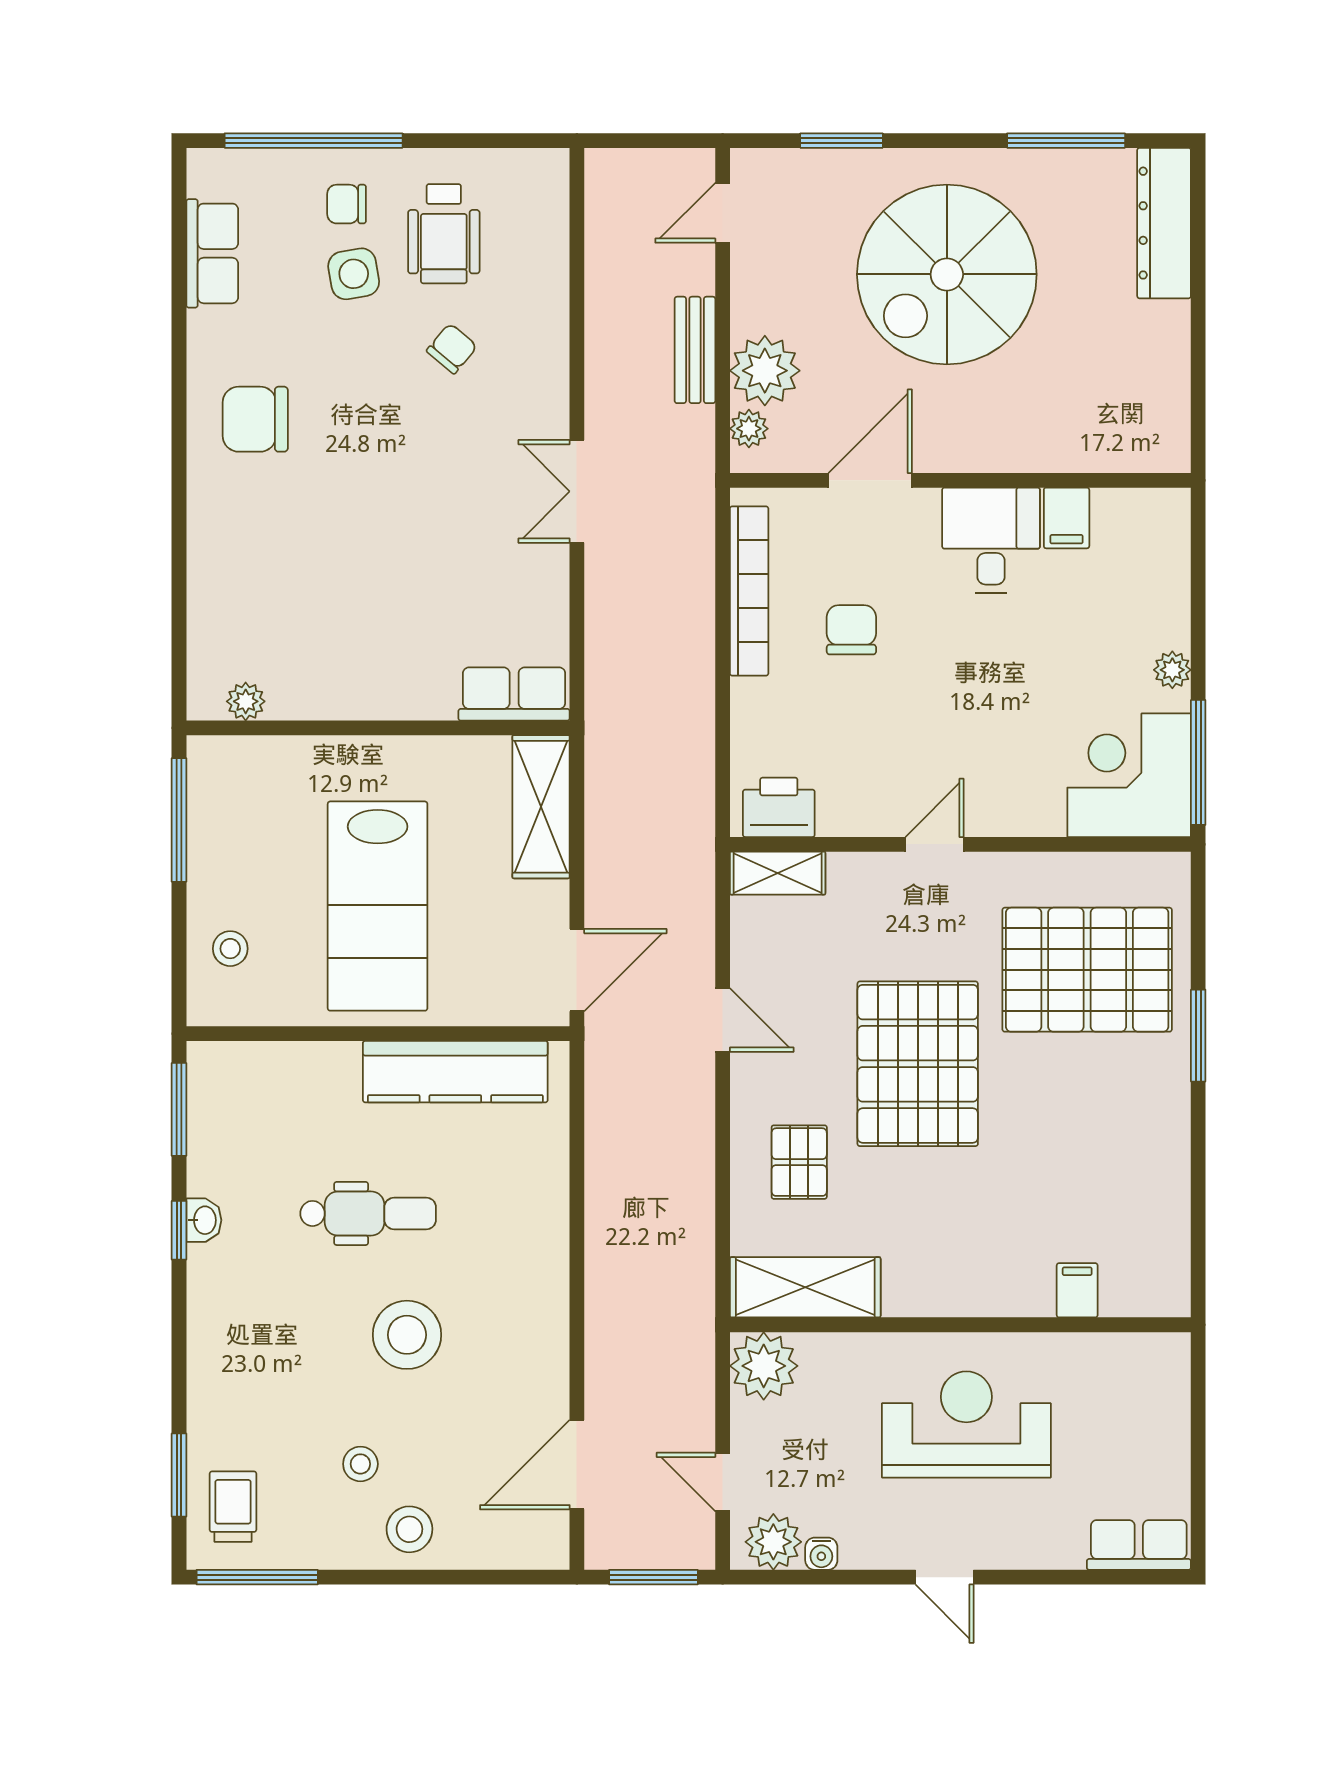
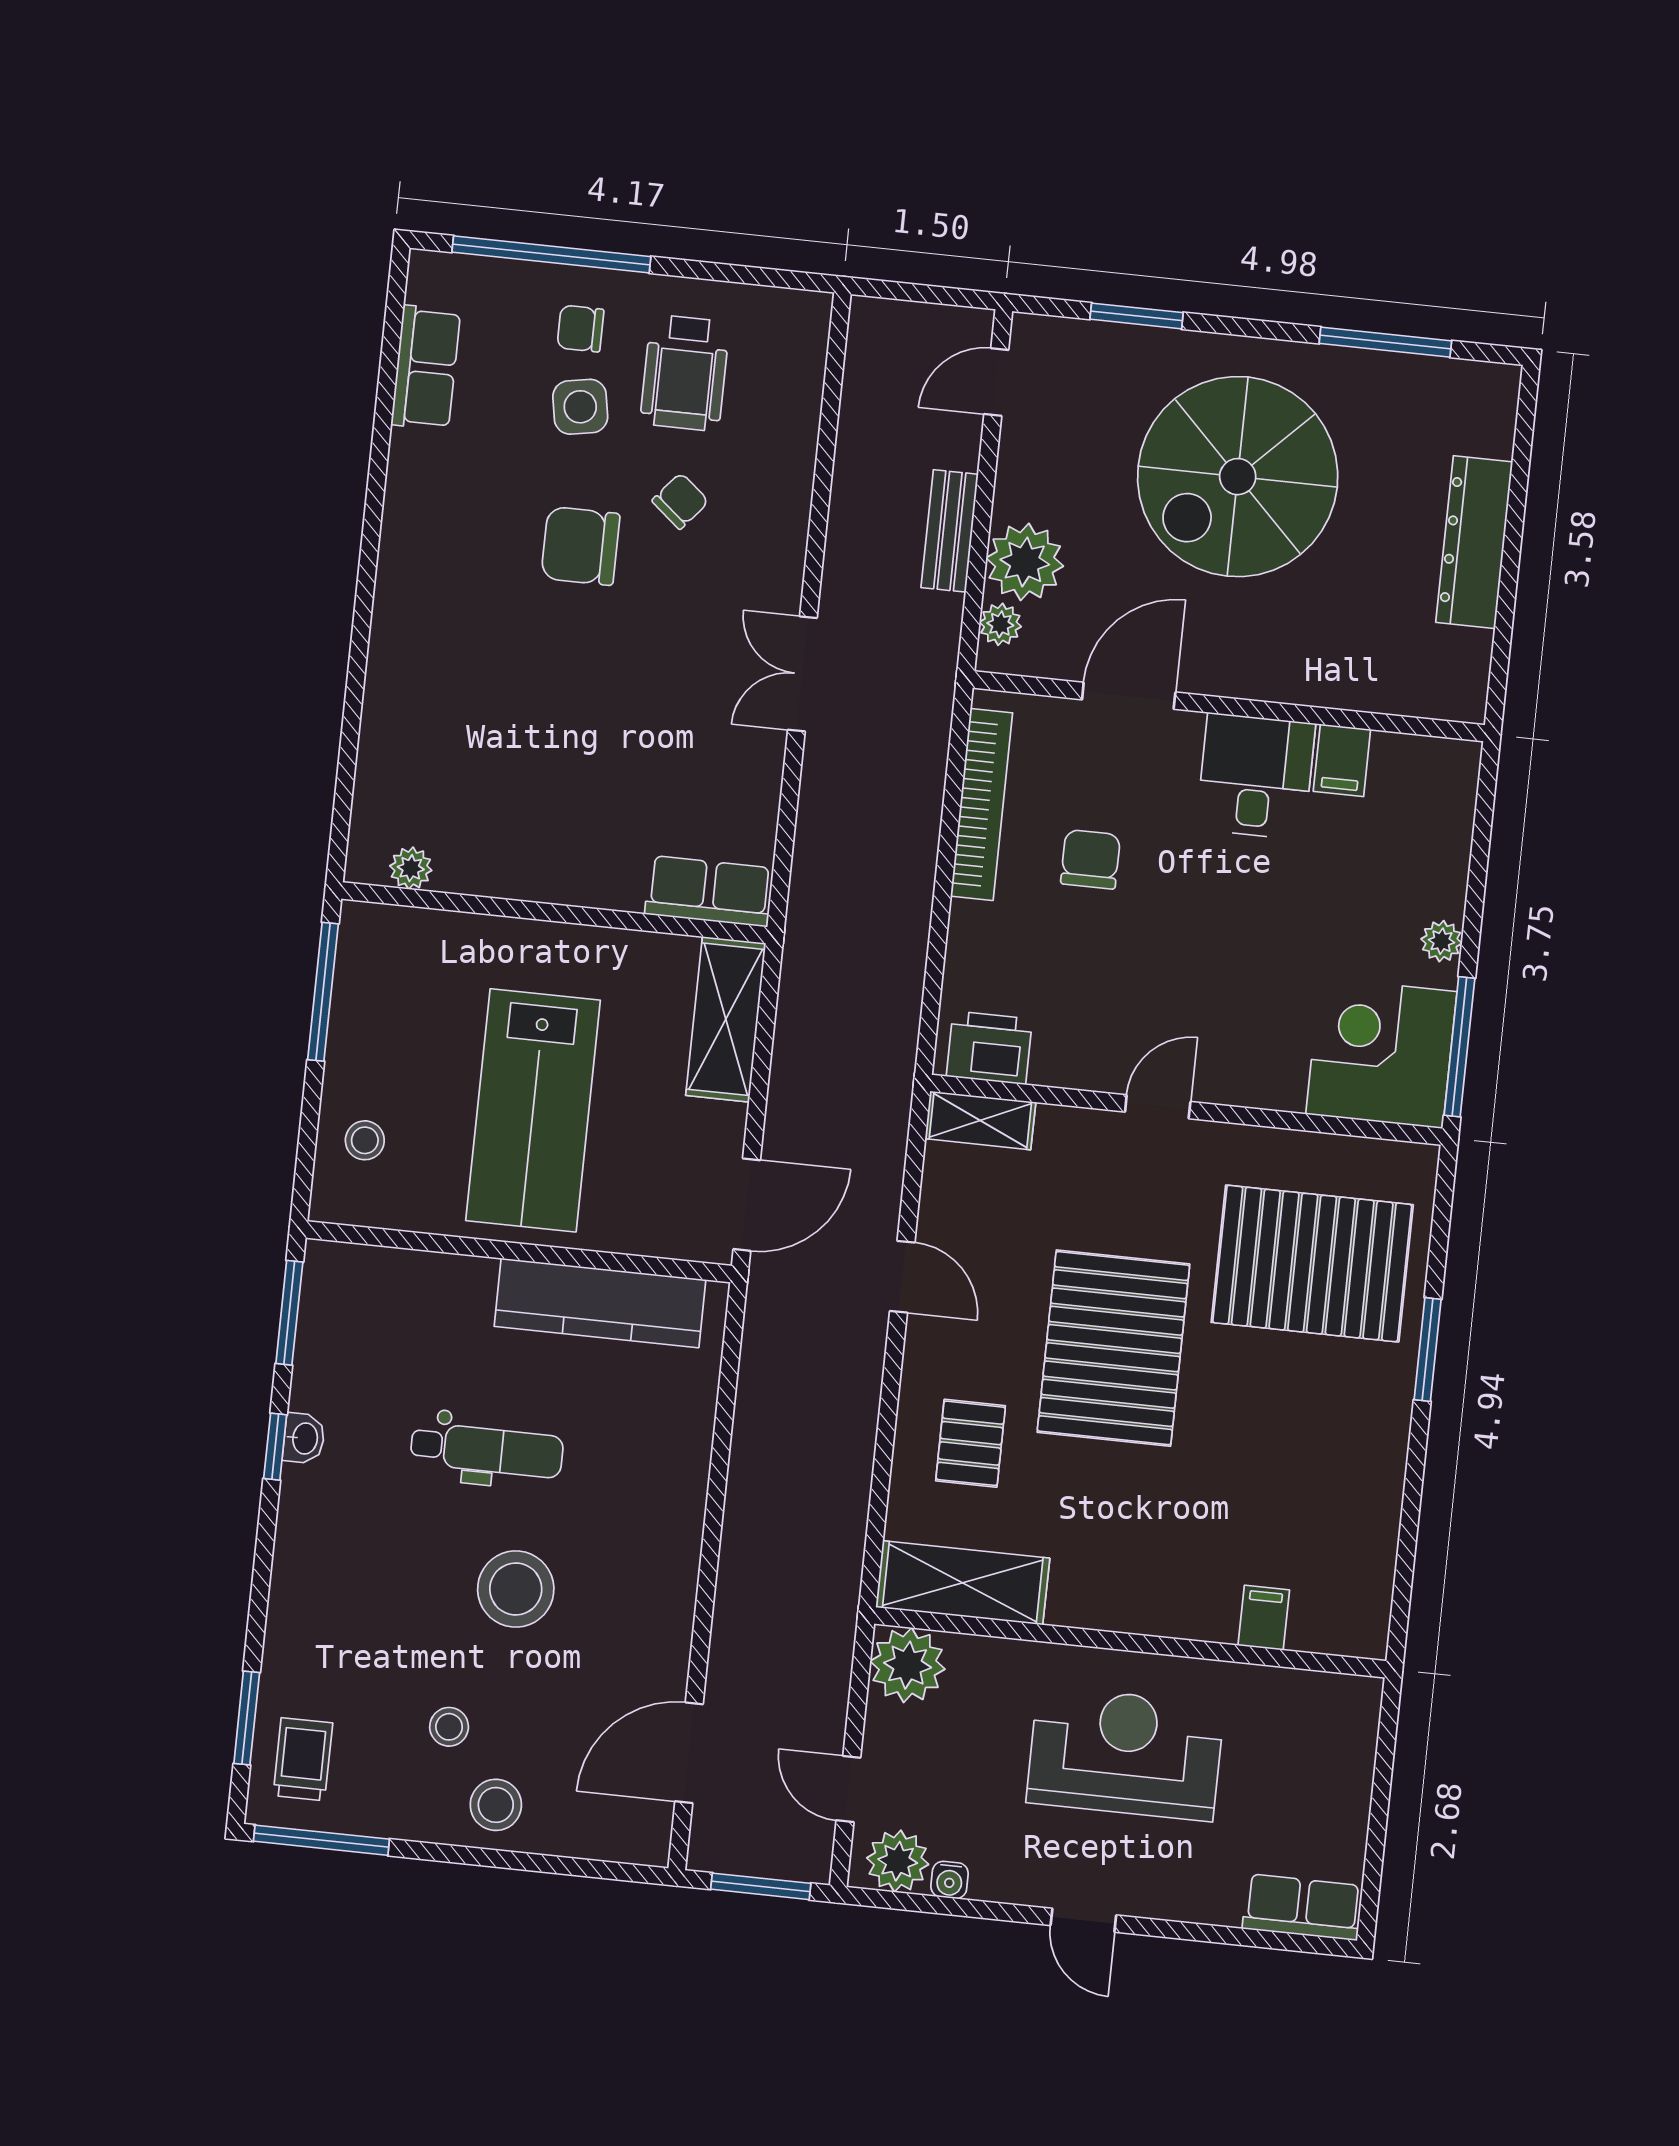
dresser: (1164, 223) -> (1474, 542), moved
chair: (255, 419) -> (580, 546), moved

